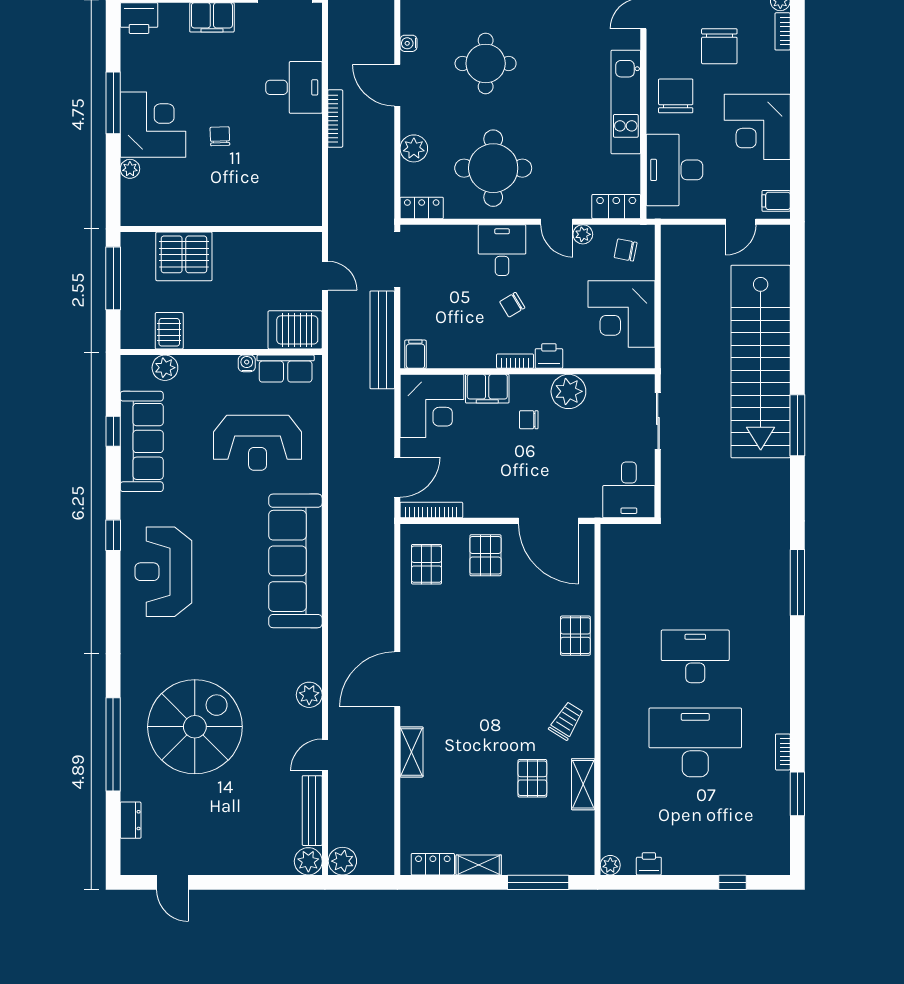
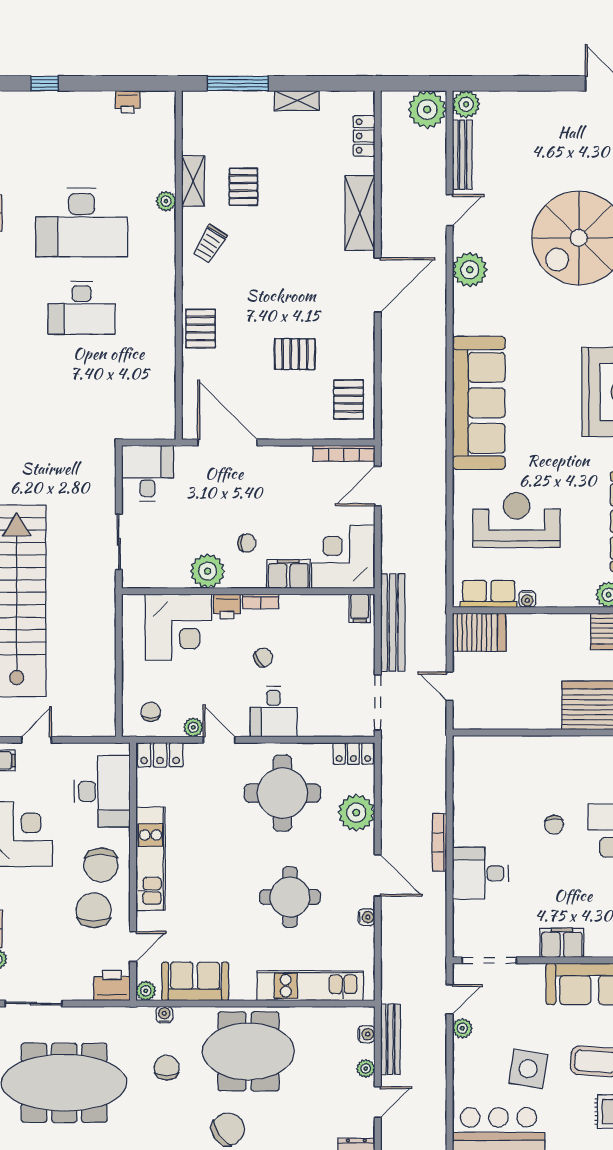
chair: (719, 46) -> (94, 910), moved
plant: (414, 148) -> (356, 813), width x1.36, depth x1.36
chair: (626, 250) -> (151, 712), turned -101
corner desk: (622, 314) -> (178, 627), moved, turned 90
pallet: (485, 555) -> (295, 354), moved, turned 90
plant: (309, 695) -> (470, 270), width x1.36, depth x1.36
shelving: (411, 752) -> (360, 213), width x1.50, depth x1.33
plant: (342, 861) -> (427, 110), width x1.36, depth x1.36
locker: (433, 864) -> (364, 136), moved, turned 90
plant: (610, 865) -> (166, 201), moved

